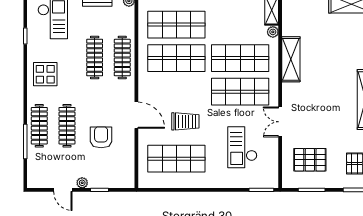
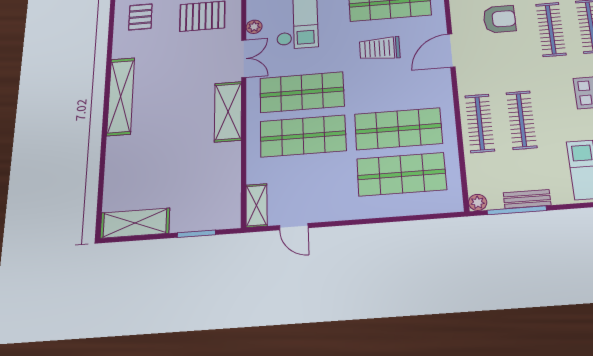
plant: (273, 32) -> (254, 27), moved
shelving: (291, 59) -> (228, 112), moved
door: (136, 115) -> (451, 51), hinge flipped
armchair: (101, 137) -> (499, 19), turned -90

